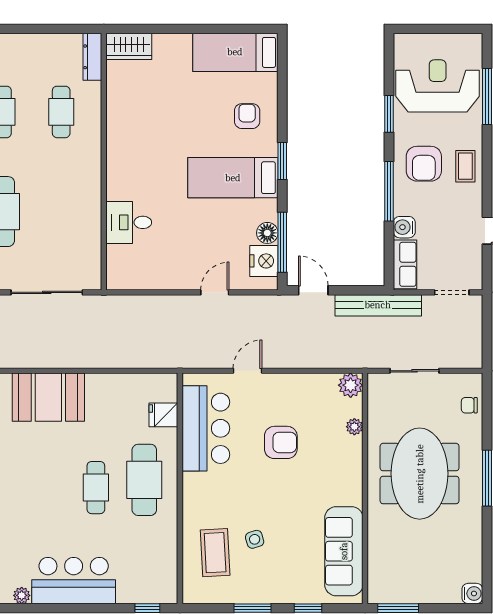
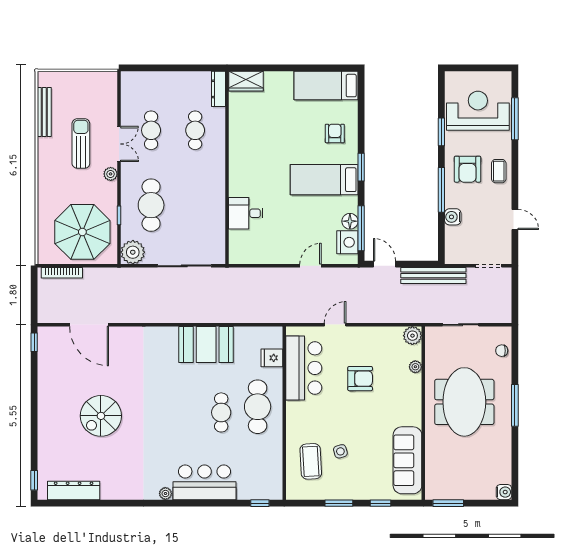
row of seats: (405, 264) -> (453, 245), removed
booth: (48, 397) -> (206, 345), moved

